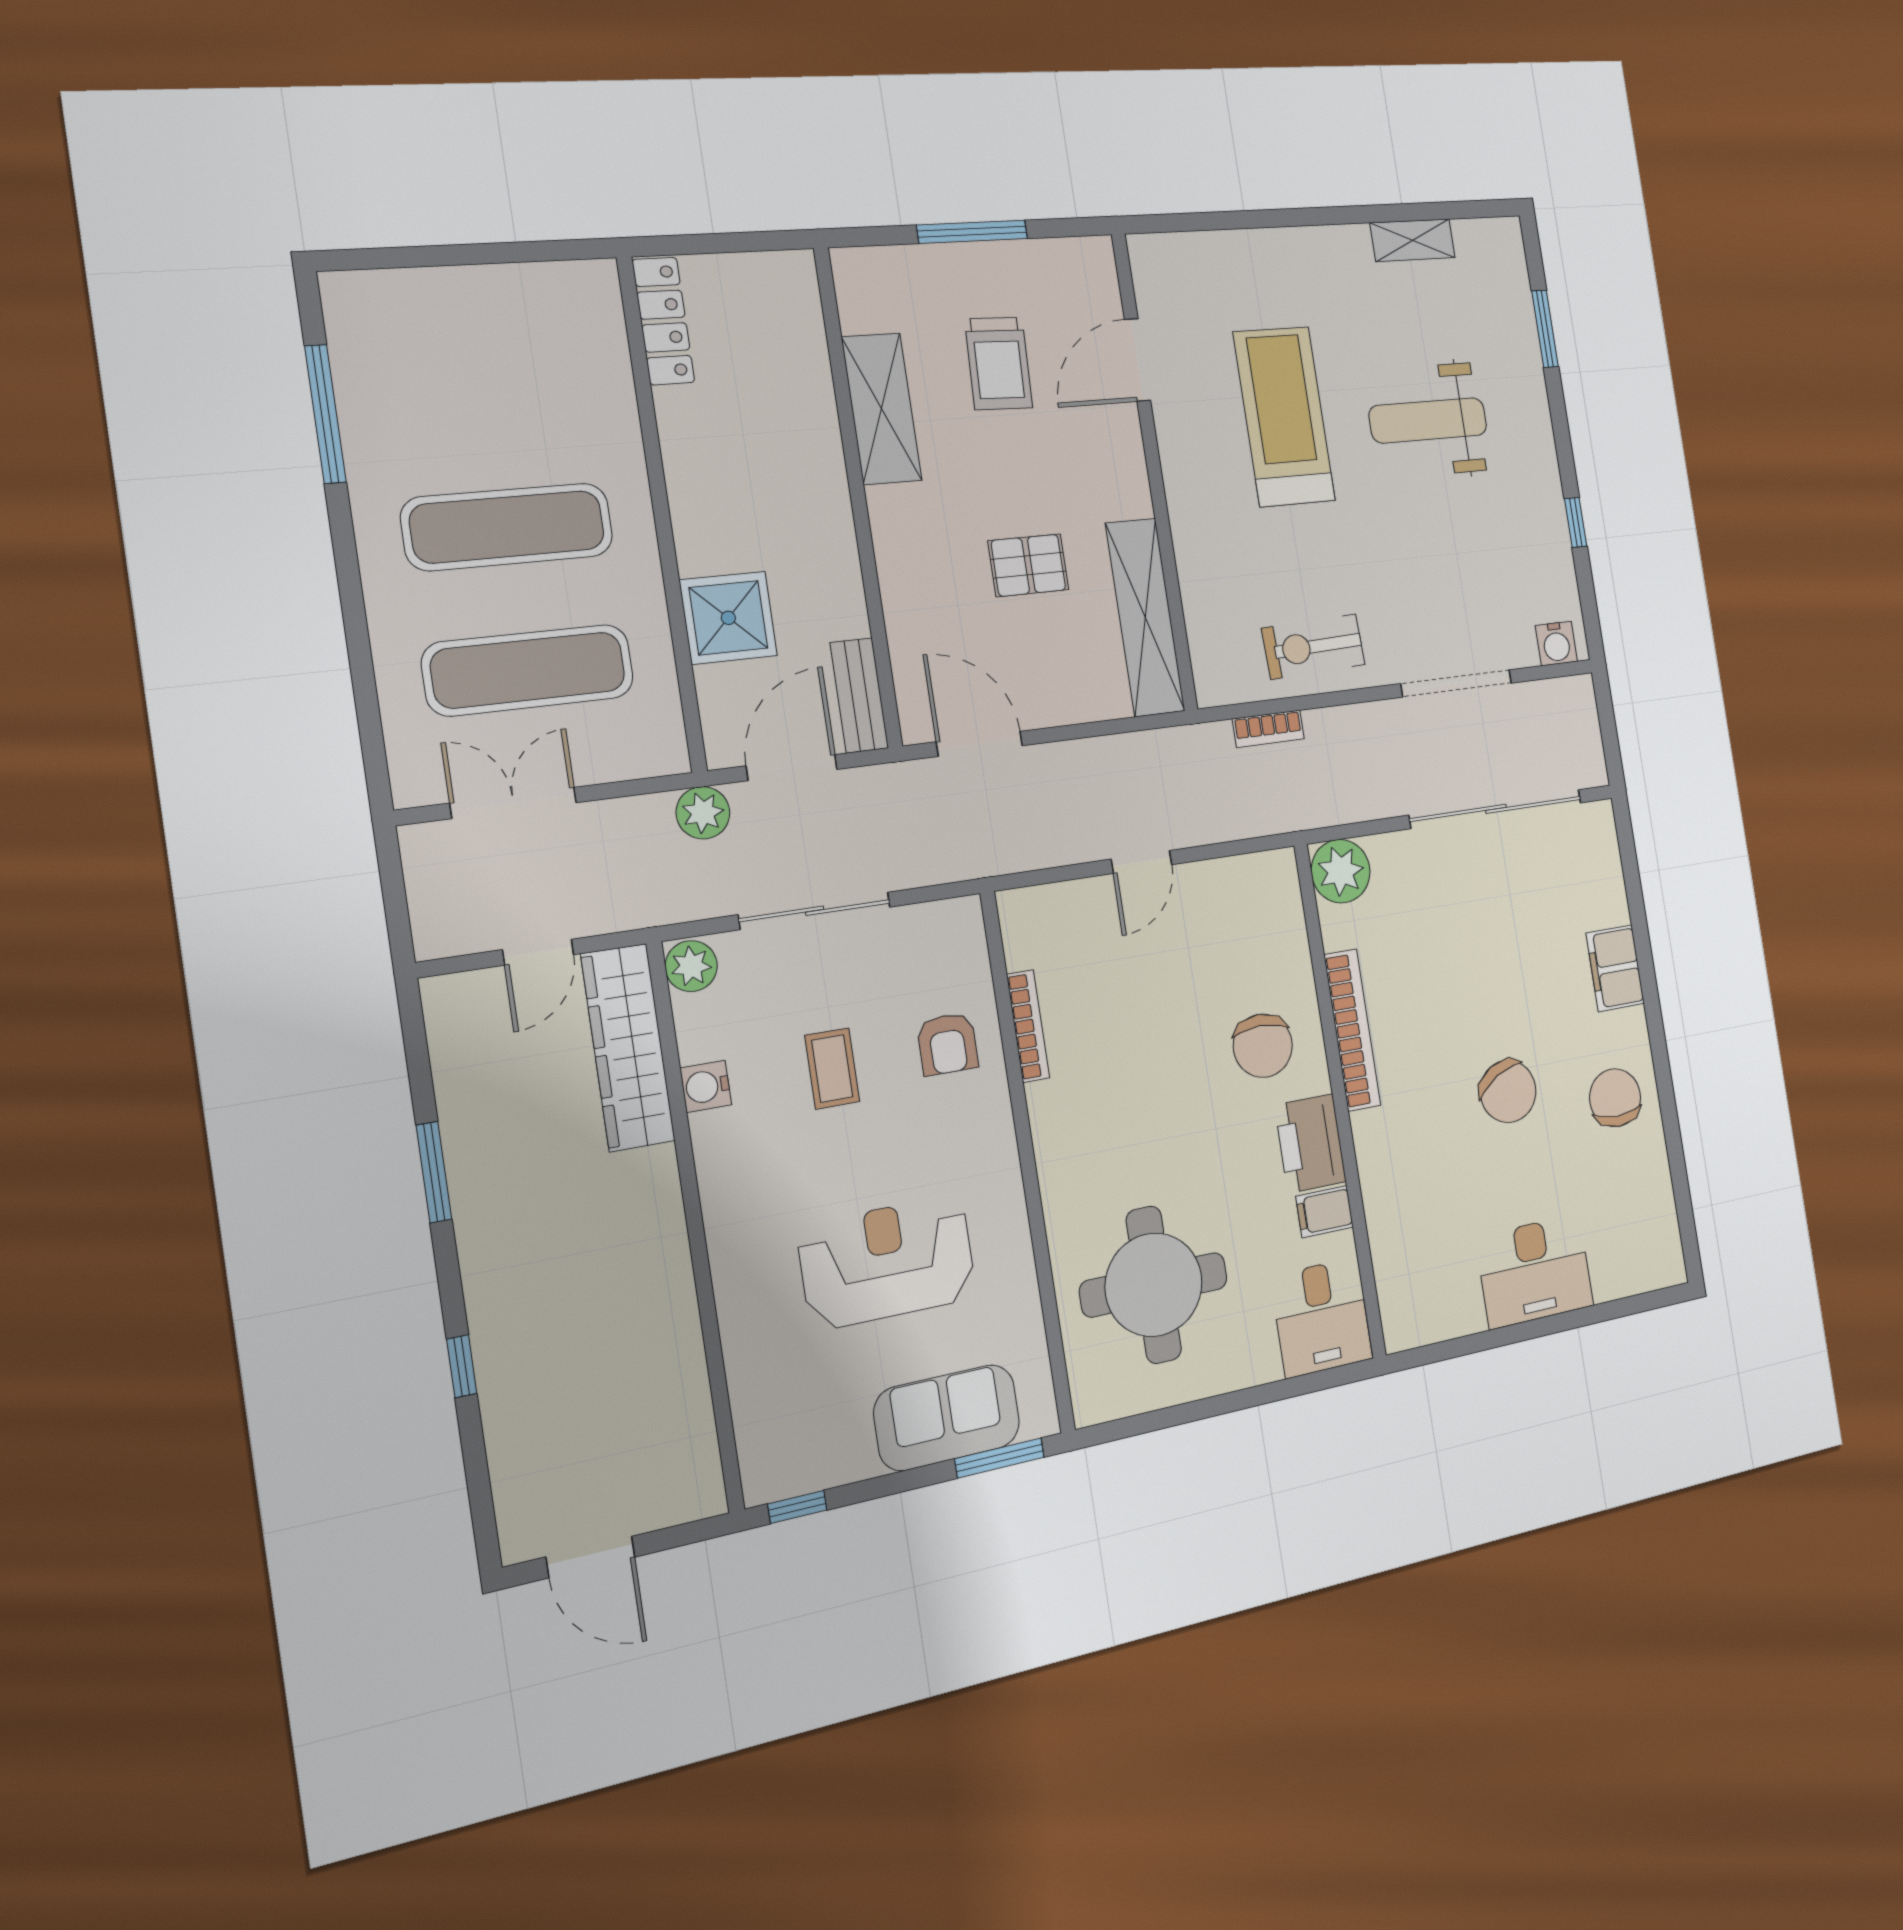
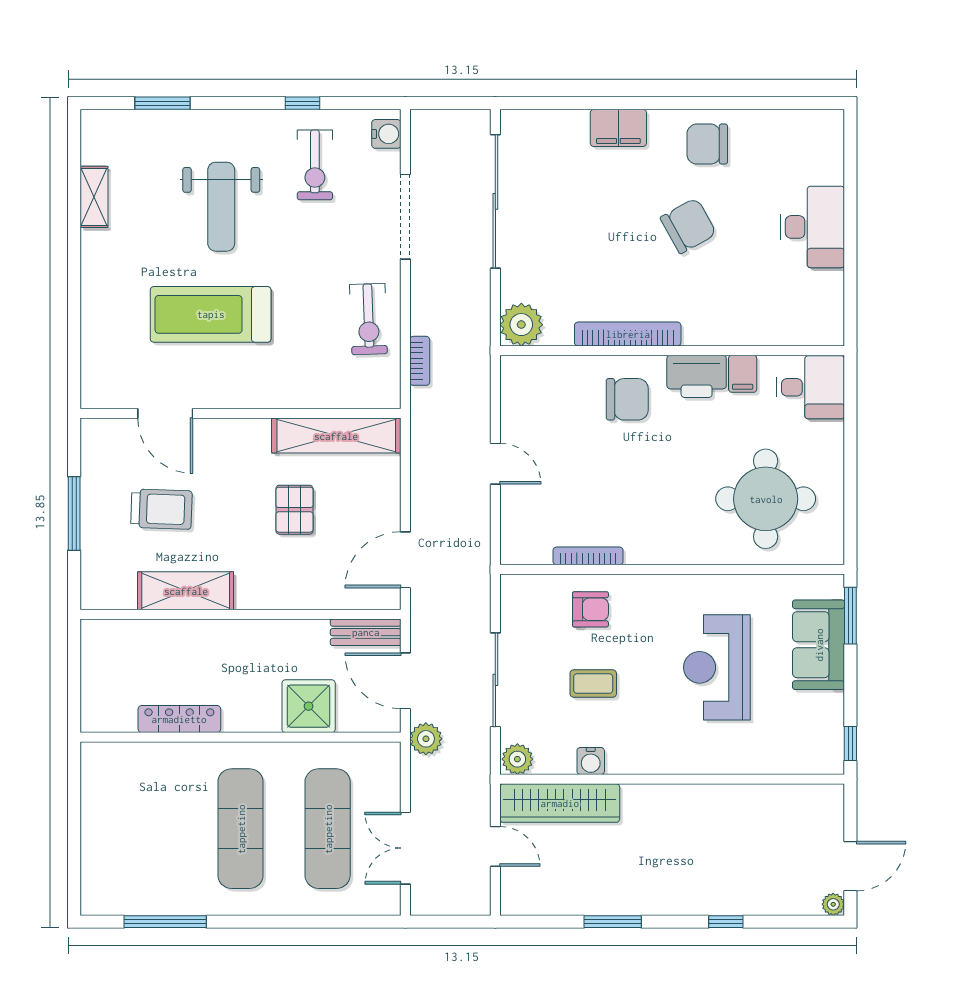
locker: (663, 321) -> (179, 719), moved
exercise bike: (1502, 548) -> (315, 165), added
plant: (519, 1544) -> (833, 904), added

